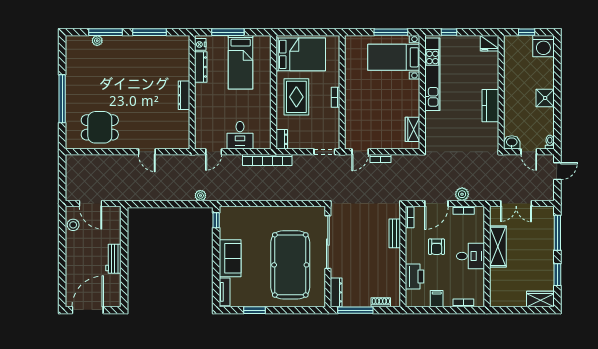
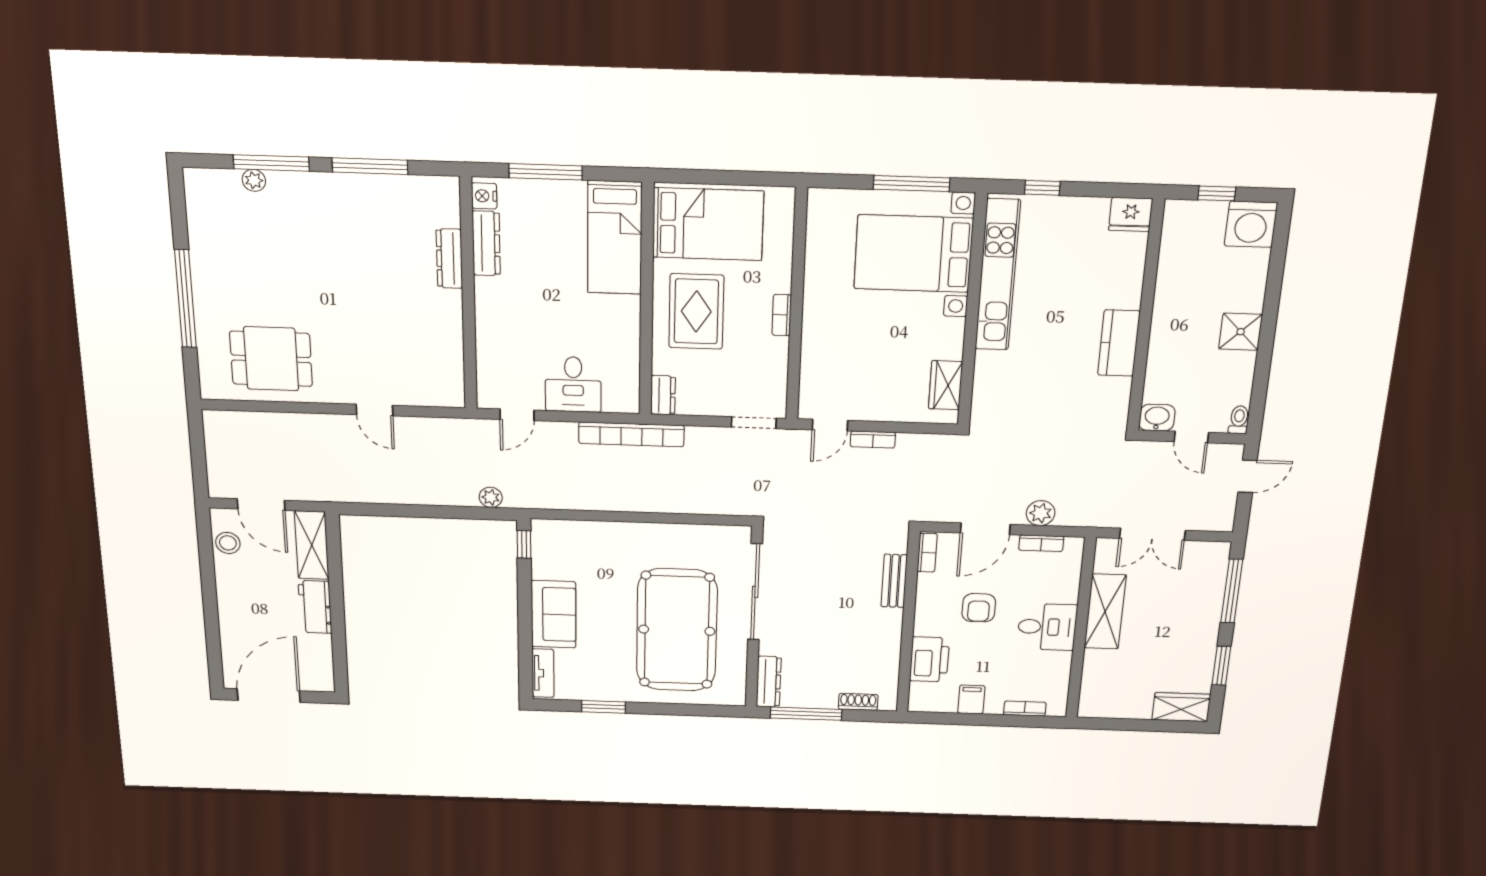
bed with nightstands: (394, 57) -> (913, 254), width x1.36
bed: (241, 62) -> (615, 238), moved
dresser: (184, 95) -> (449, 259), moved
shelving: (114, 225) -> (312, 545), added

